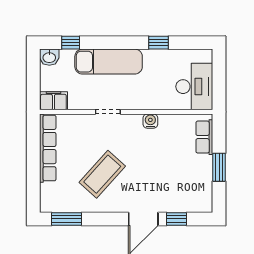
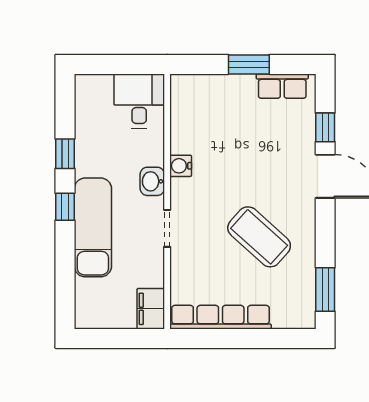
window: (71, 43) -> (65, 207), moved
washbasin: (49, 57) -> (152, 181), moved, turned 180
desk: (194, 87) -> (139, 101), width x0.73
row of seats: (204, 137) -> (282, 86), moved

